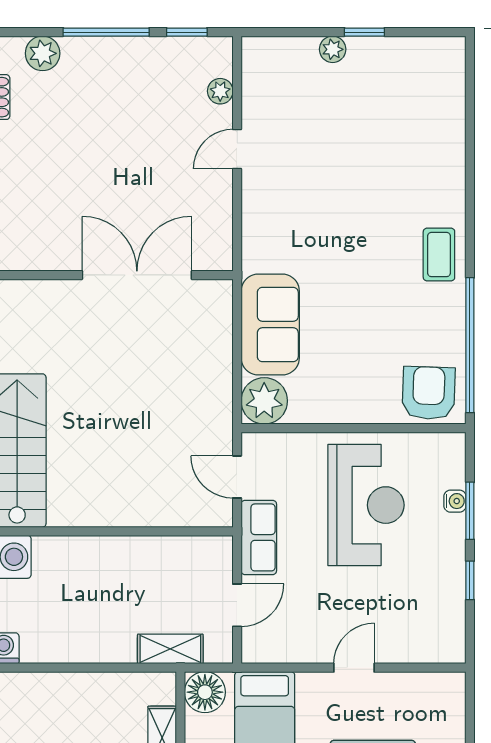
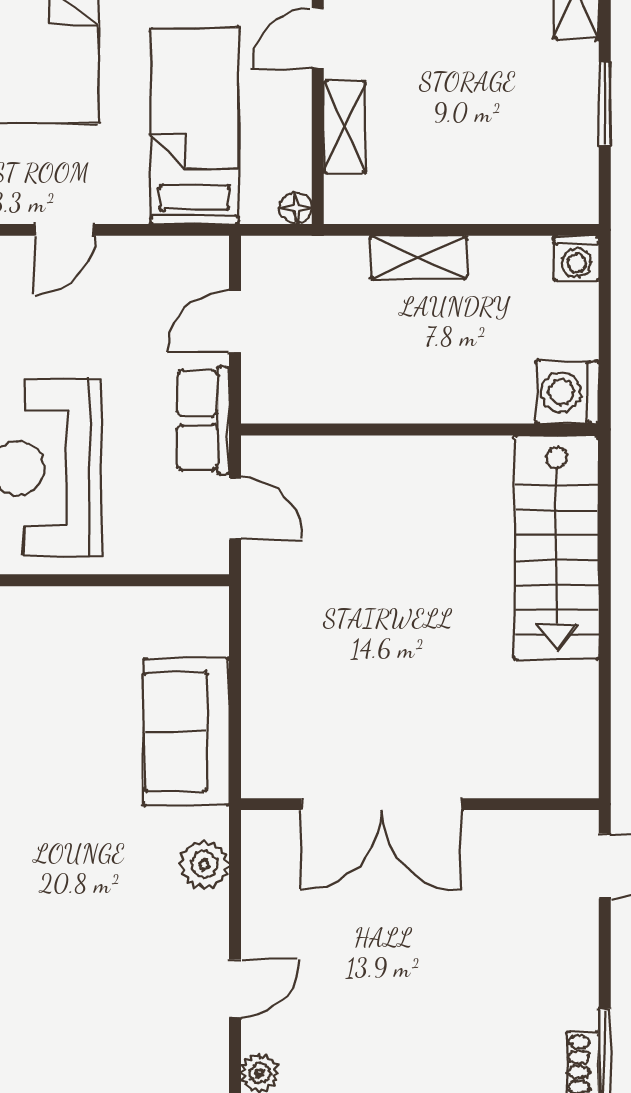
plant: (264, 401) -> (204, 864), moved, width x0.73, depth x0.73
shelving: (170, 649) -> (418, 257), moved
floor lamp: (205, 692) -> (296, 208), width x0.53, depth x0.53

